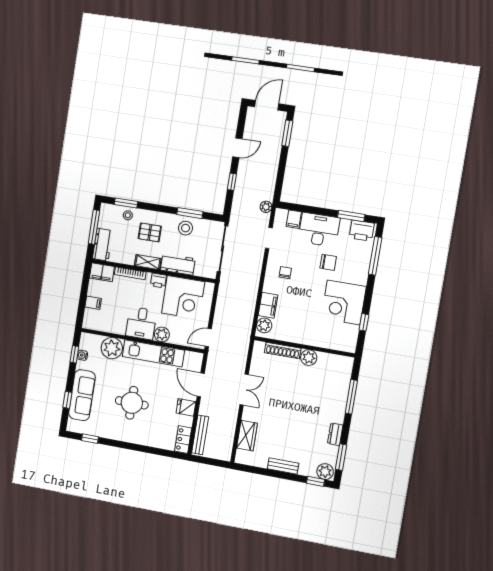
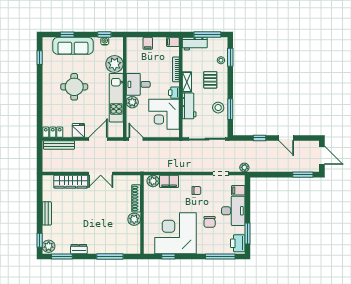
filing cabinet: (102, 272) -> (173, 42), width x0.50
corner desk: (344, 302) -> (175, 233), width x1.36, depth x1.36
wardrobe: (247, 436) -> (71, 182), width x1.50

